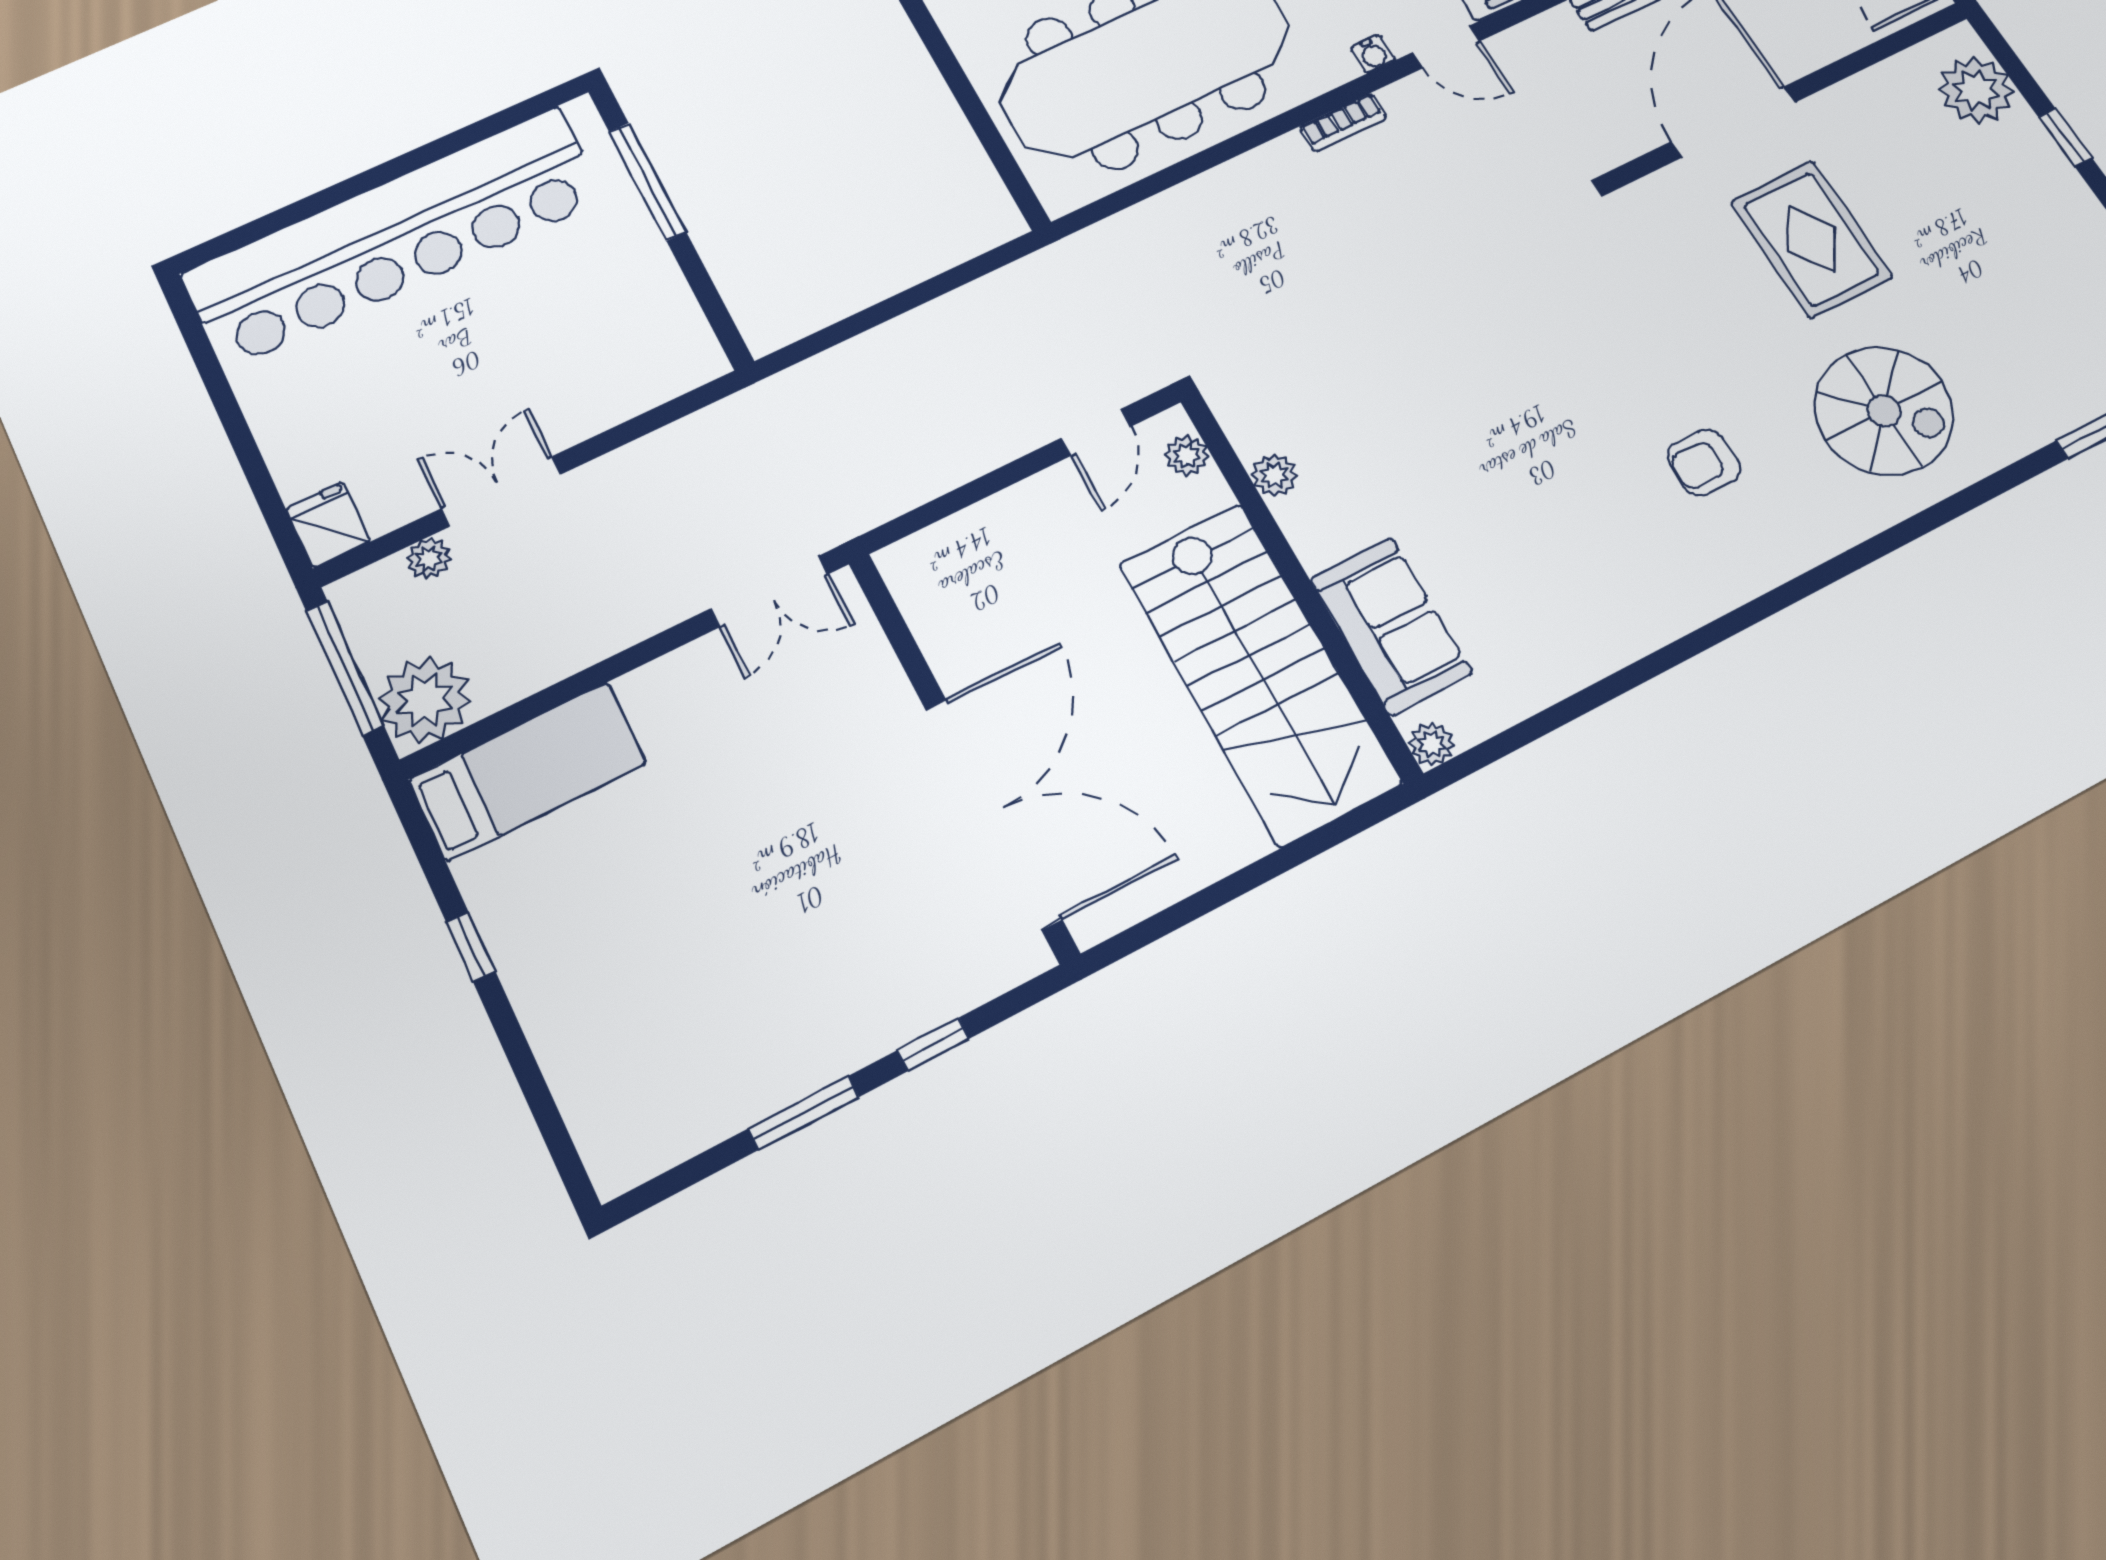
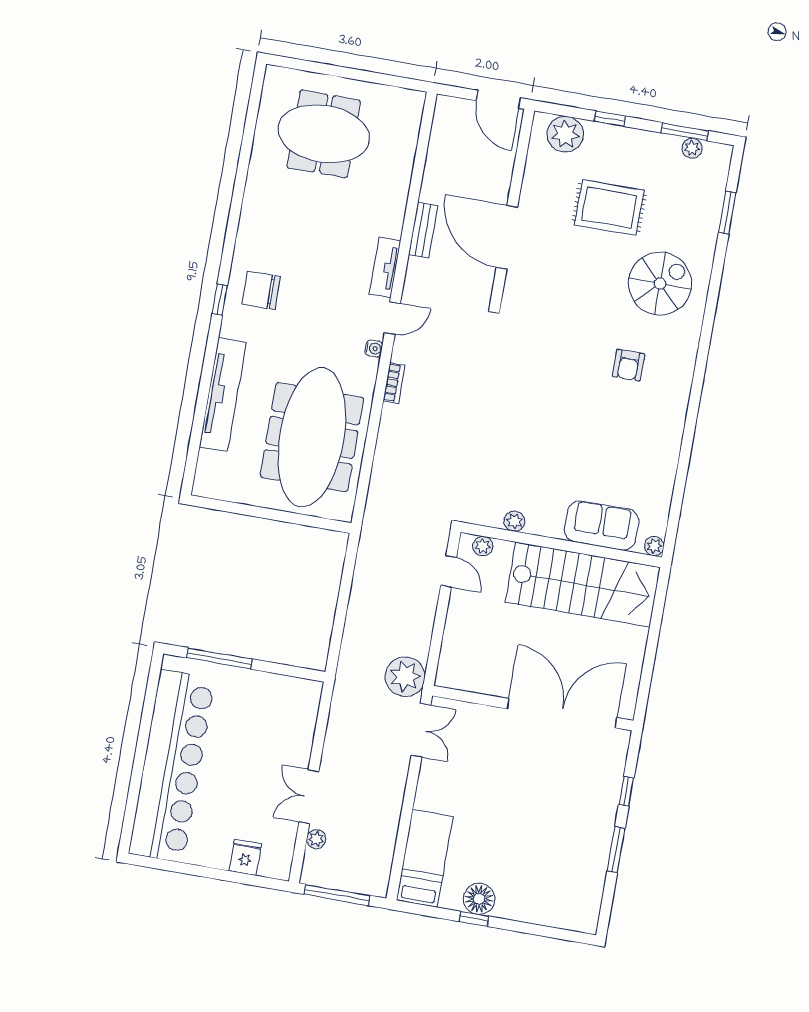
rug: (1811, 239) -> (609, 208), moved
fridge: (328, 525) -> (245, 857), moved, turned 90
plant: (425, 700) -> (405, 677), moved
floor lamp: (518, 927) -> (479, 899), added

